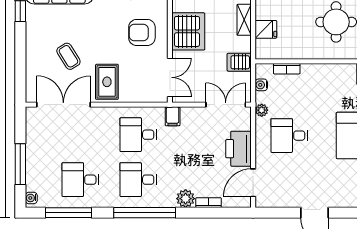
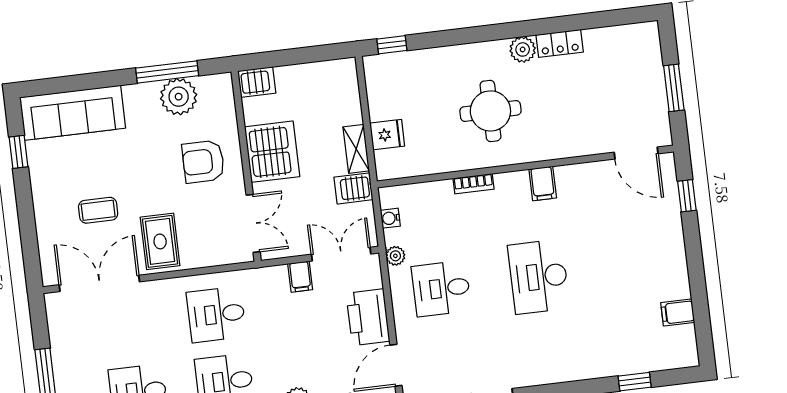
shelving: (244, 20) -> (356, 149), moved
coffee table: (68, 56) -> (98, 210), turned -58
bookcase: (287, 69) -> (473, 184), moved
filing cabinet: (173, 116) -> (300, 277), moved

